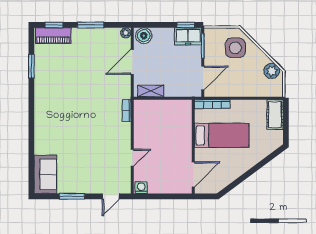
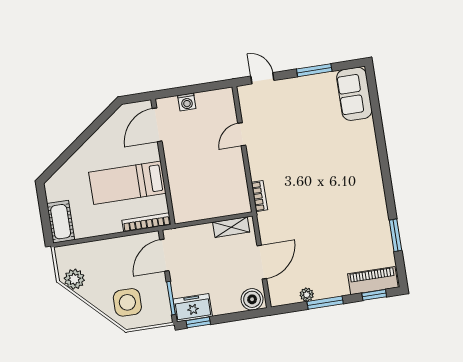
plant: (126, 33) -> (307, 295), moved
washing machine: (141, 188) -> (187, 102), moved
door: (111, 196) -> (262, 78), hinge flipped

